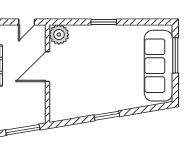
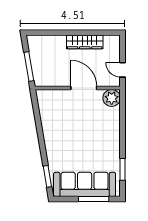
window: (104, 22) -> (123, 169), moved
window: (107, 116) -> (47, 176), moved

